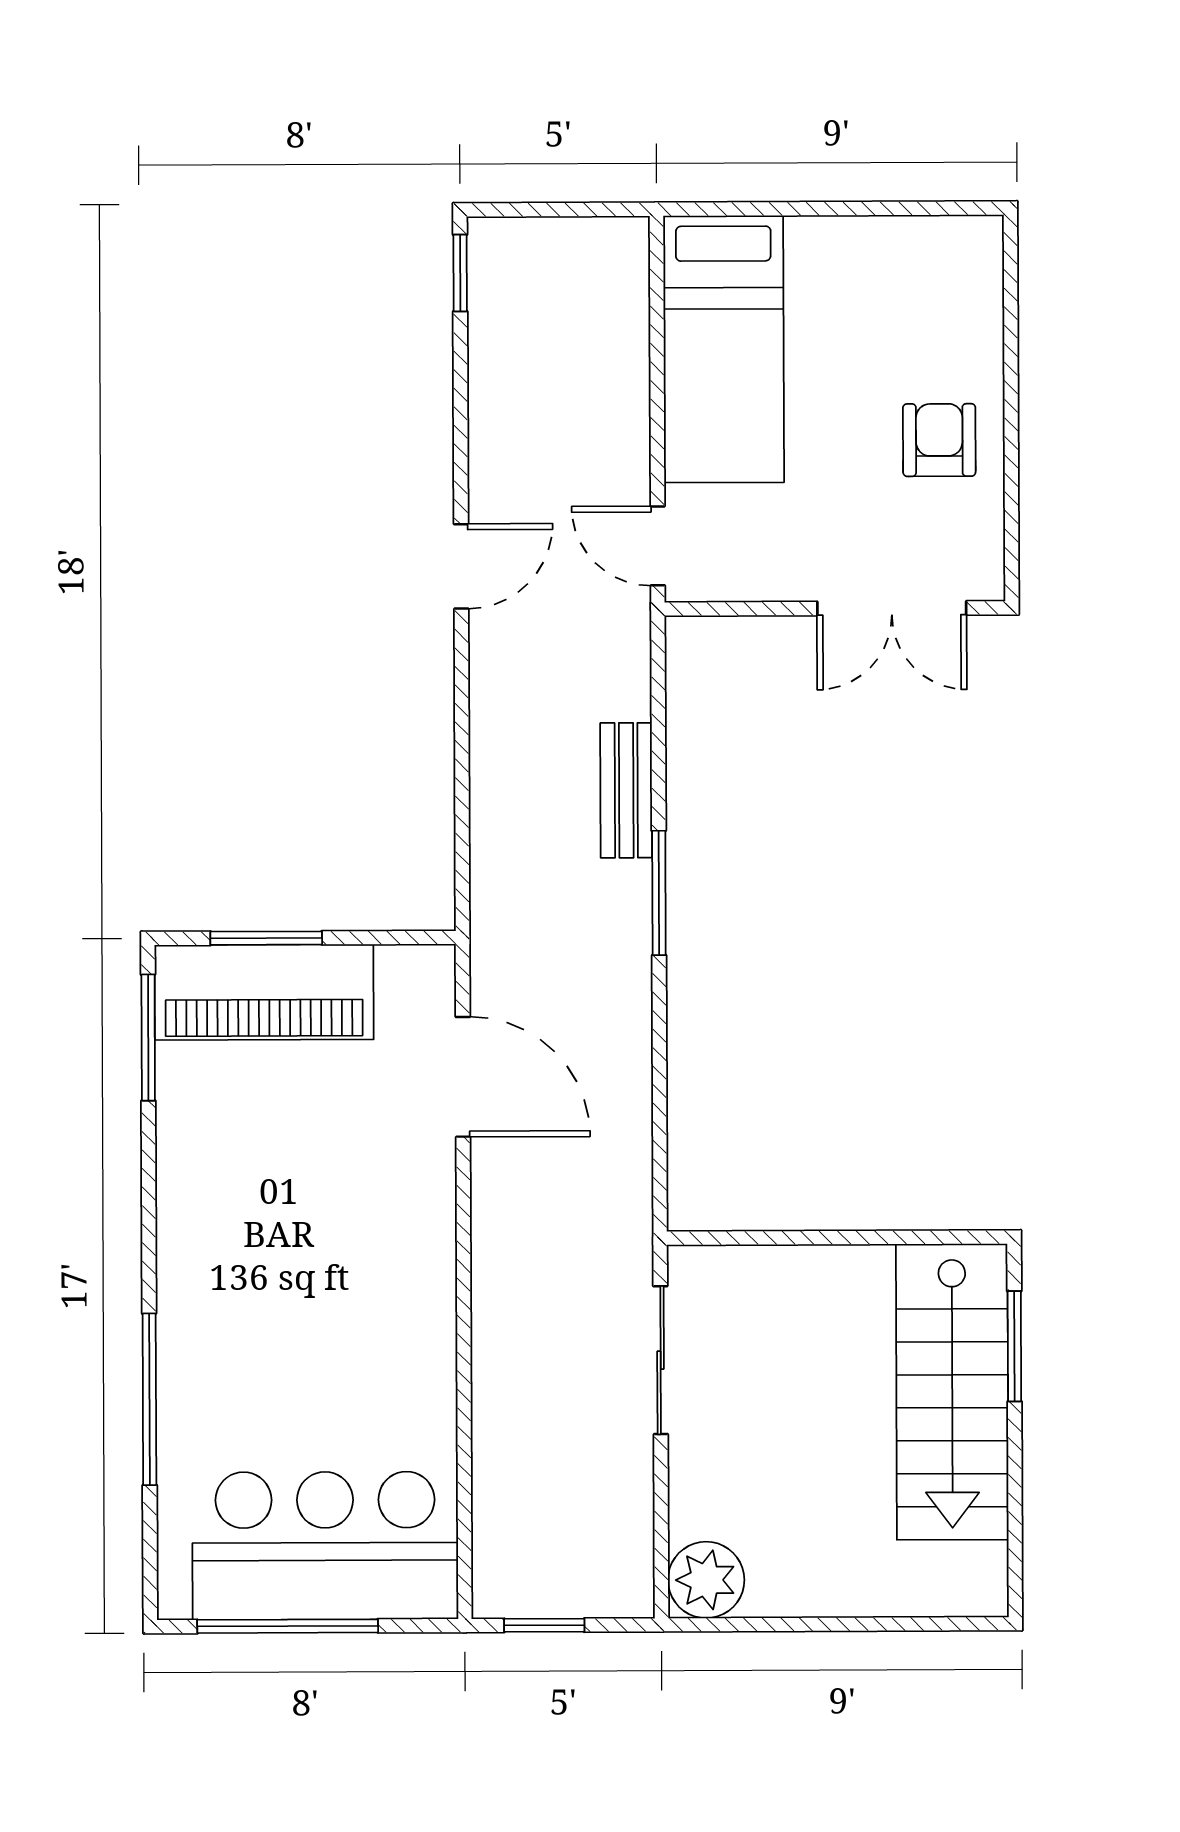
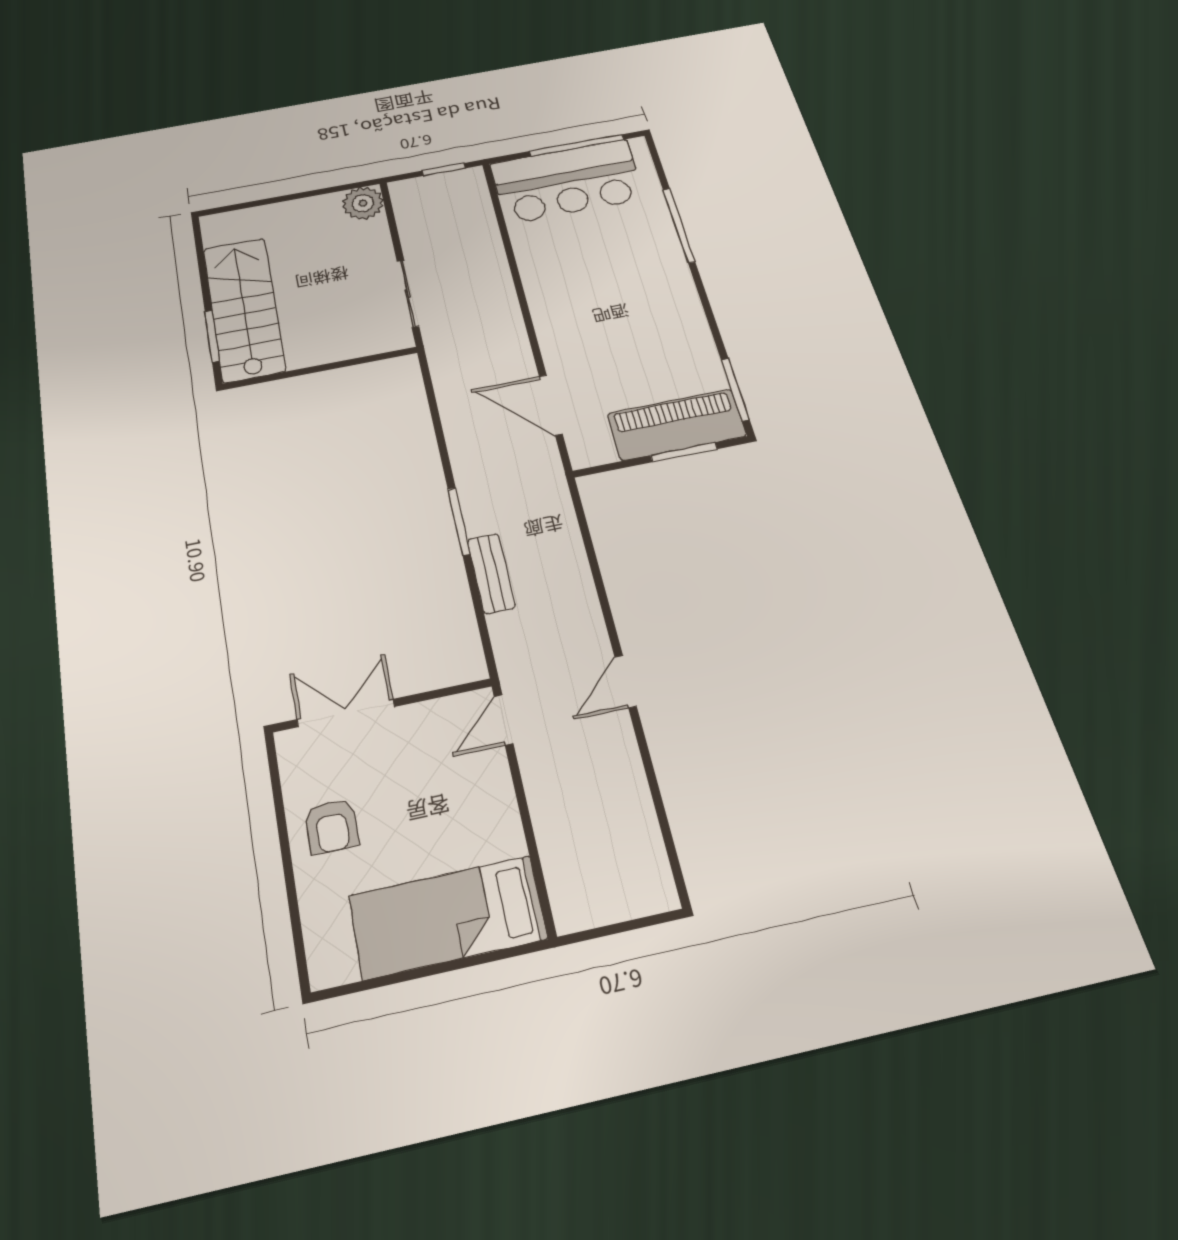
window: (460, 273) -> (676, 869), removed
bed: (724, 349) -> (448, 917), moved, turned -90
door: (658, 546) -> (504, 720), swing flipped

